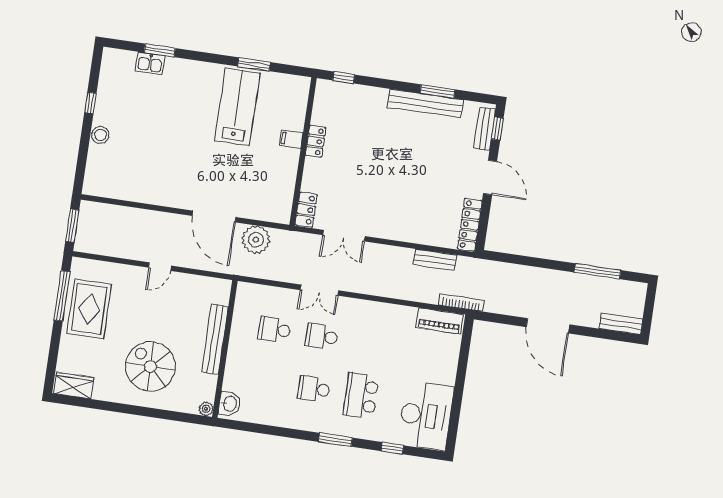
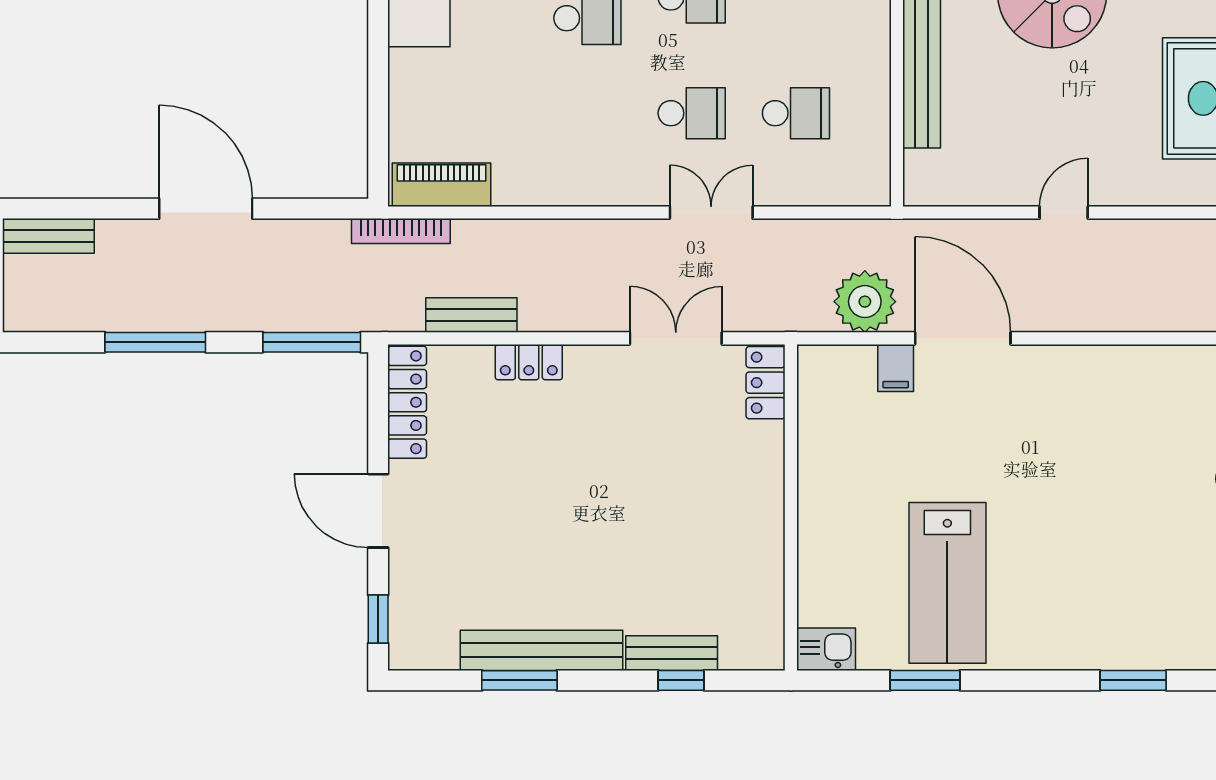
kitchen sink: (150, 63) -> (826, 649), moved
window: (344, 78) -> (681, 680), moved
bench: (485, 128) -> (672, 653), moved, turned 90
filing cabinet: (291, 139) -> (896, 368), moved, turned 90
locker: (316, 141) -> (529, 362), moved, turned -90
window: (509, 258) -> (312, 342), added
window: (598, 271) -> (155, 342), moved

